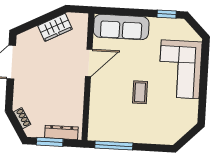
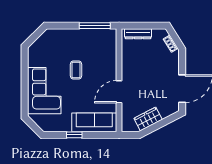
window: (167, 14) -> (74, 135), moved
window: (50, 142) -> (147, 26), removed

